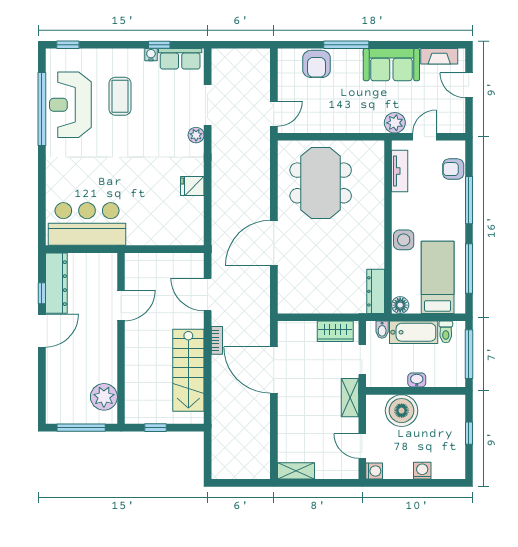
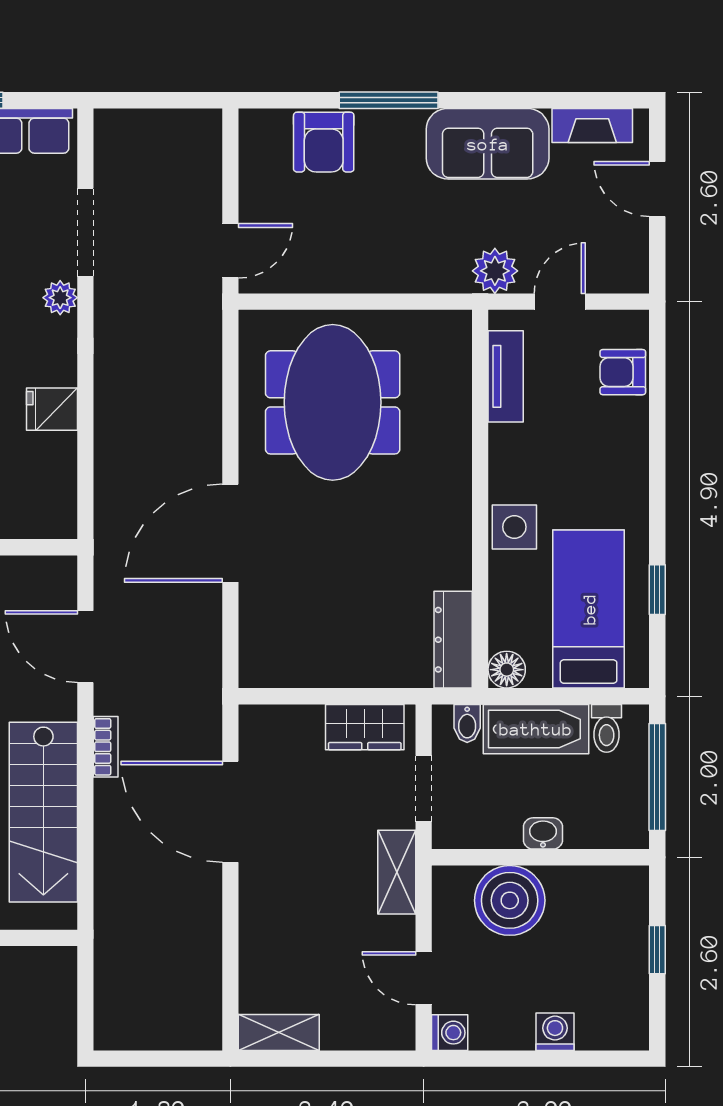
window: (469, 200) -> (657, 440), removed
window: (469, 269) -> (657, 590), width x0.46

